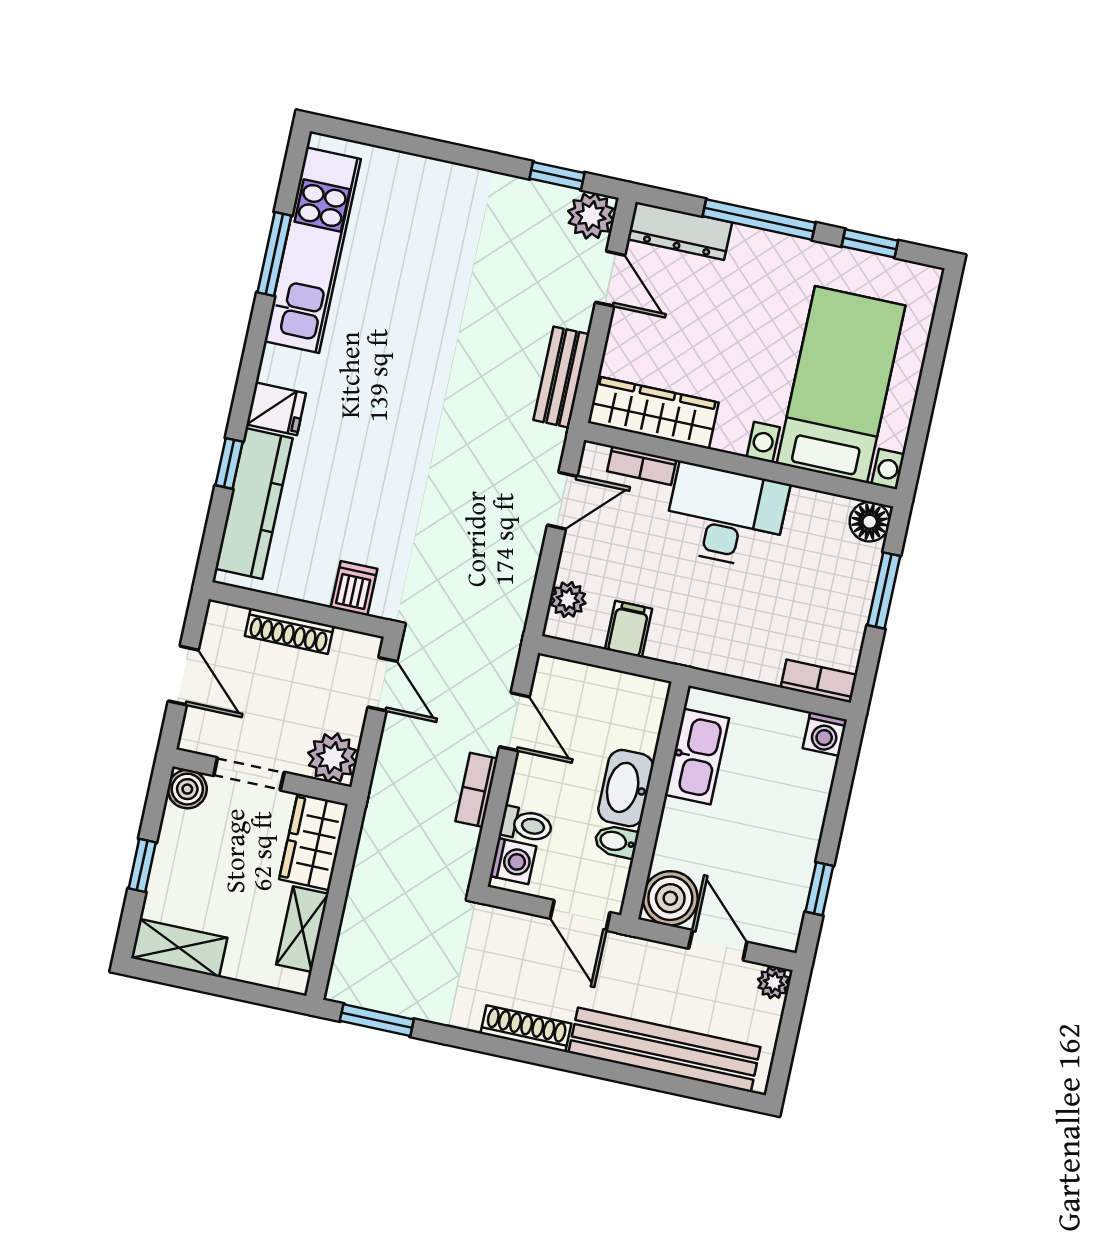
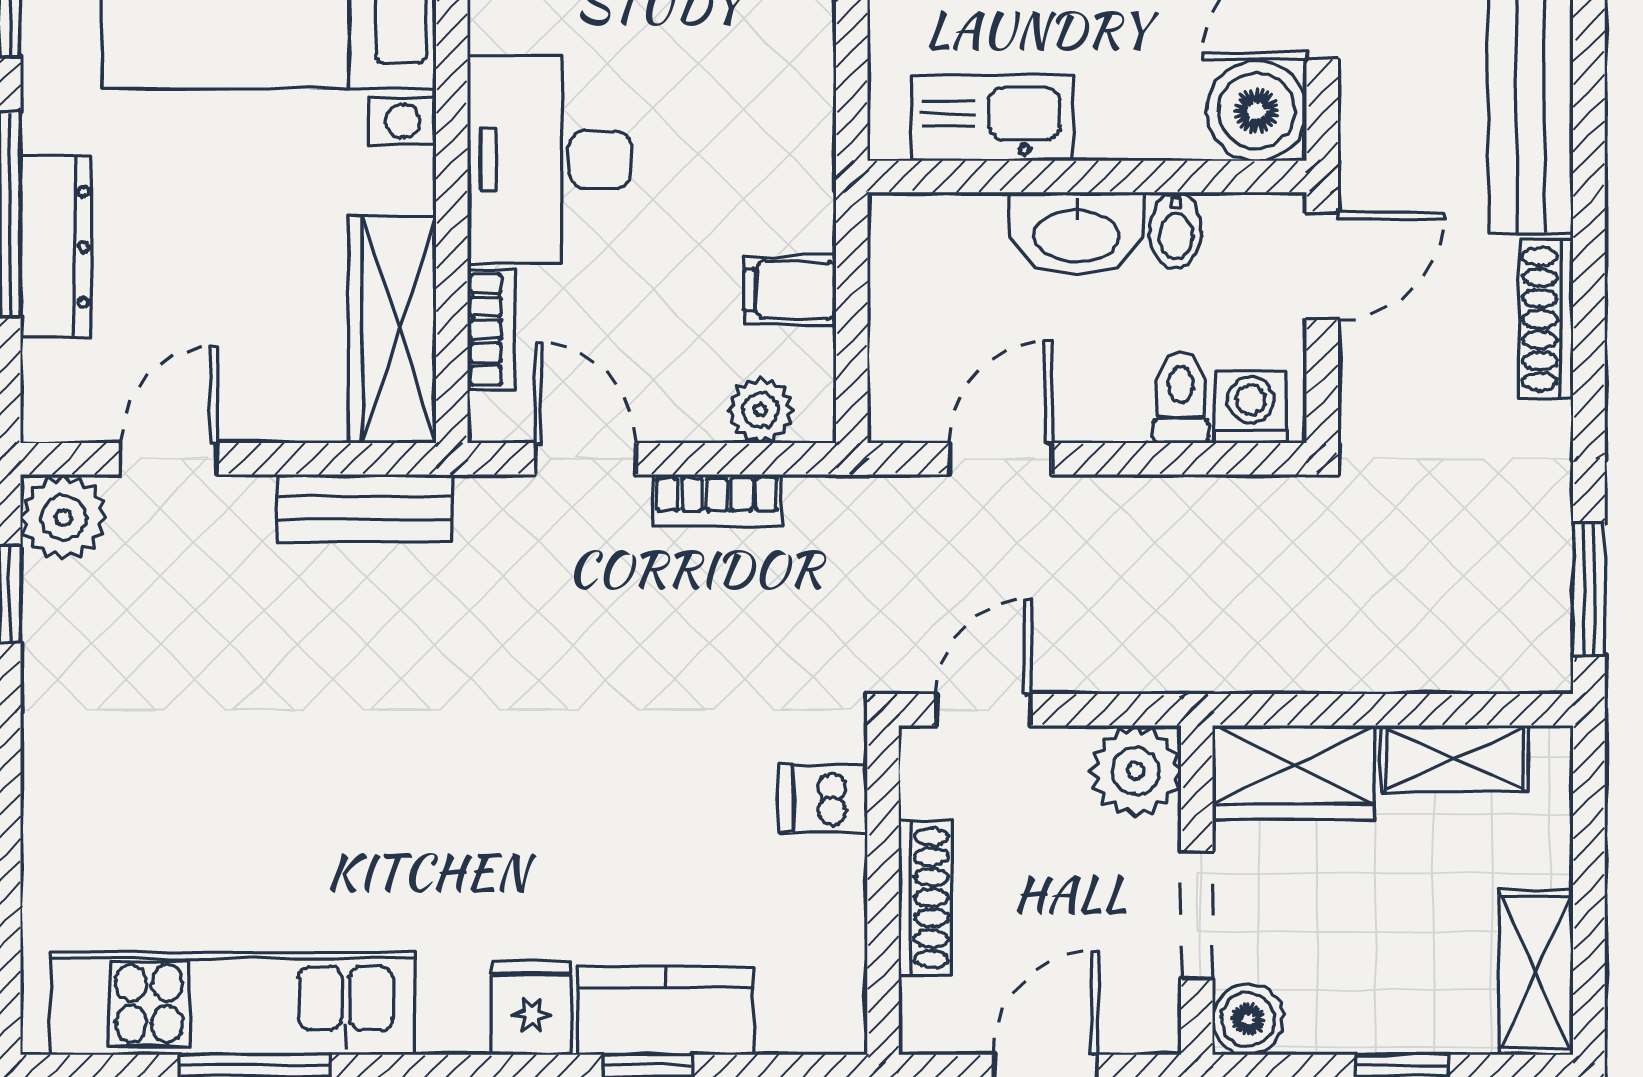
dresser: (680, 231) -> (56, 247), moved
kitchen counter: (254, 504) -> (666, 1011), width x0.67
bookcase: (476, 790) -> (717, 500), moved

